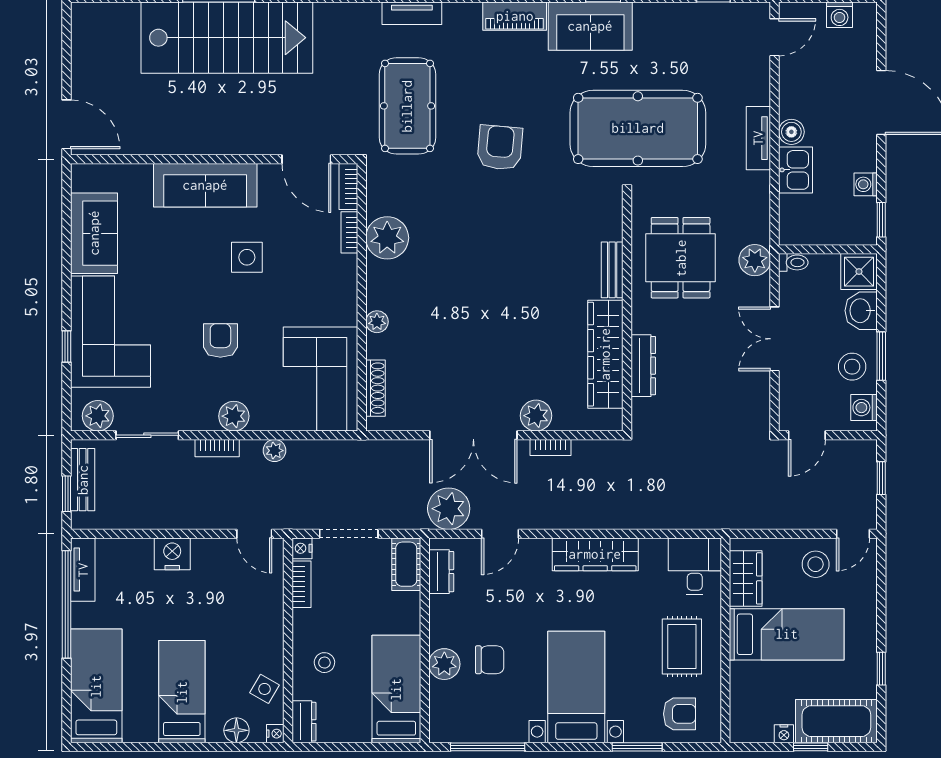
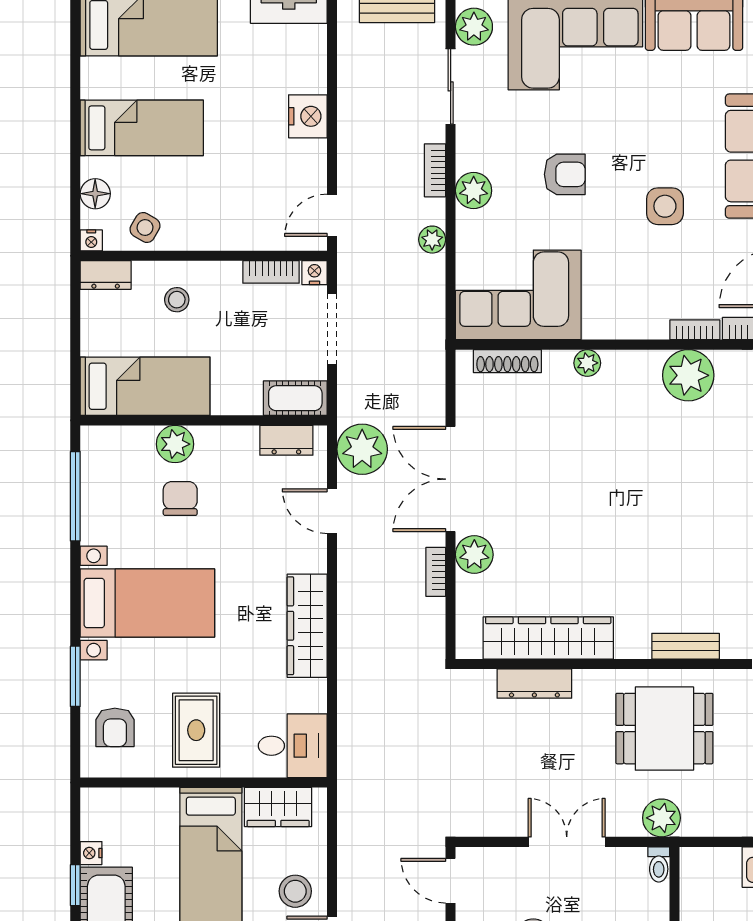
bench: (612, 270) -> (686, 646), moved
rug: (682, 646) -> (196, 730), turned 90
chair: (490, 660) -> (180, 499), turned 180

